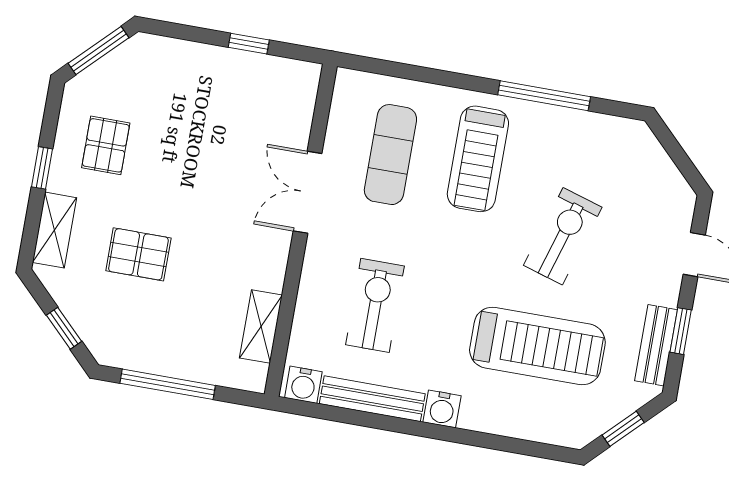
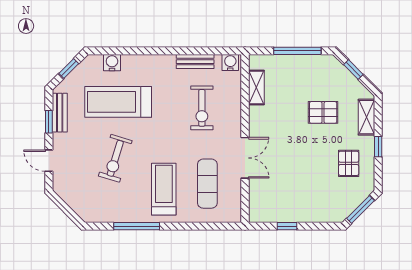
bench: (372, 399) -> (195, 62), width x0.73
water cooler: (442, 409) -> (112, 63), moved

